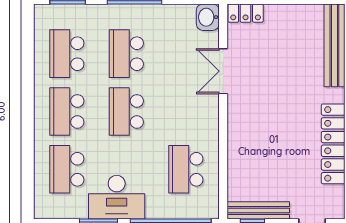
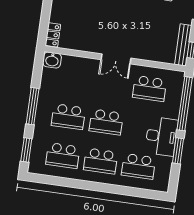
double door: (223, 71) -> (116, 59), moved

